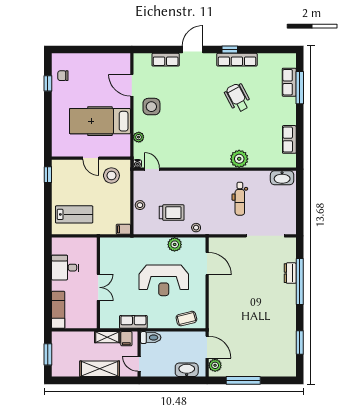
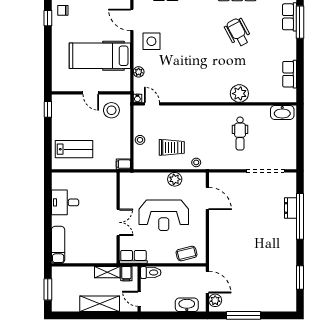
wall: (98, 283) -> (118, 218), moved
double door: (98, 287) -> (118, 222), moved

